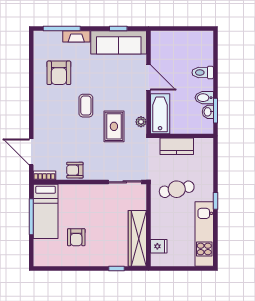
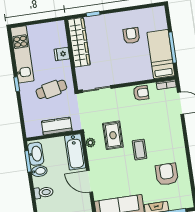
washbasin: (208, 112) -> (36, 154), width x1.91, depth x1.45
fridge: (159, 246) -> (62, 54), moved

